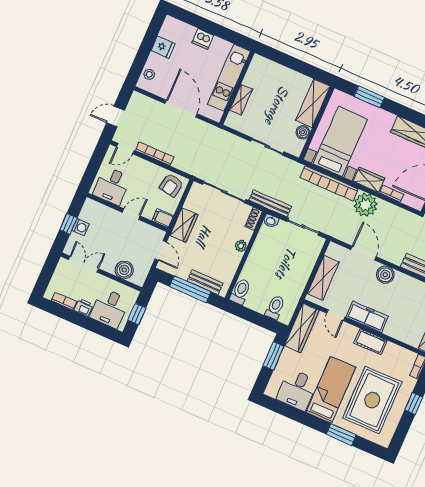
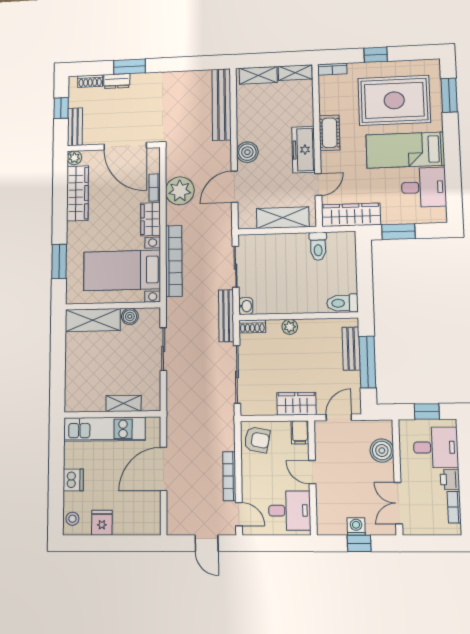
stool: (149, 74) -> (72, 519), moved
plant: (366, 205) -> (180, 191), moved
toilet: (275, 307) -> (318, 246), moved, turned -90
window: (341, 435) -> (449, 95), moved

